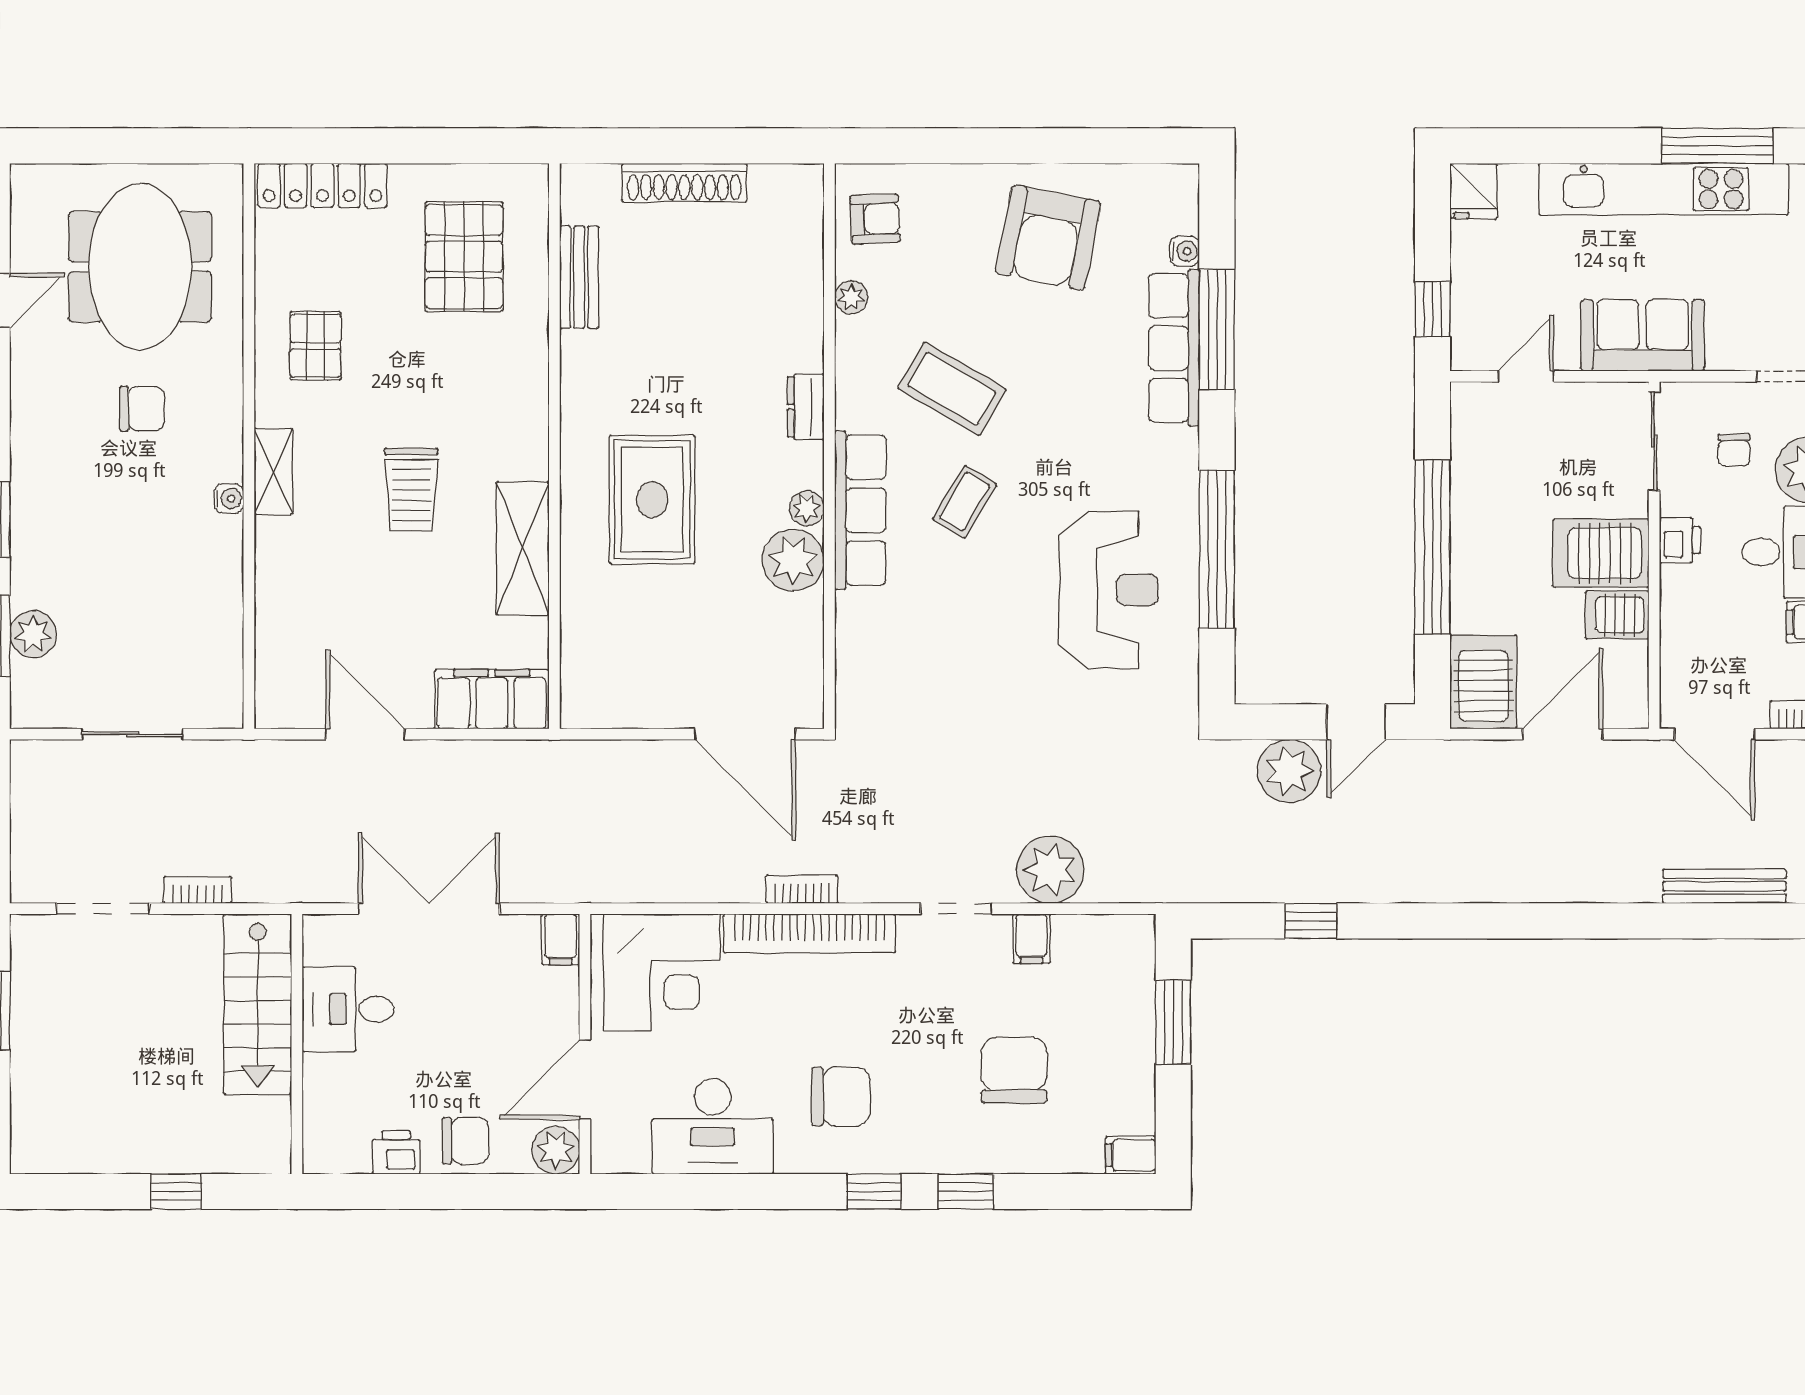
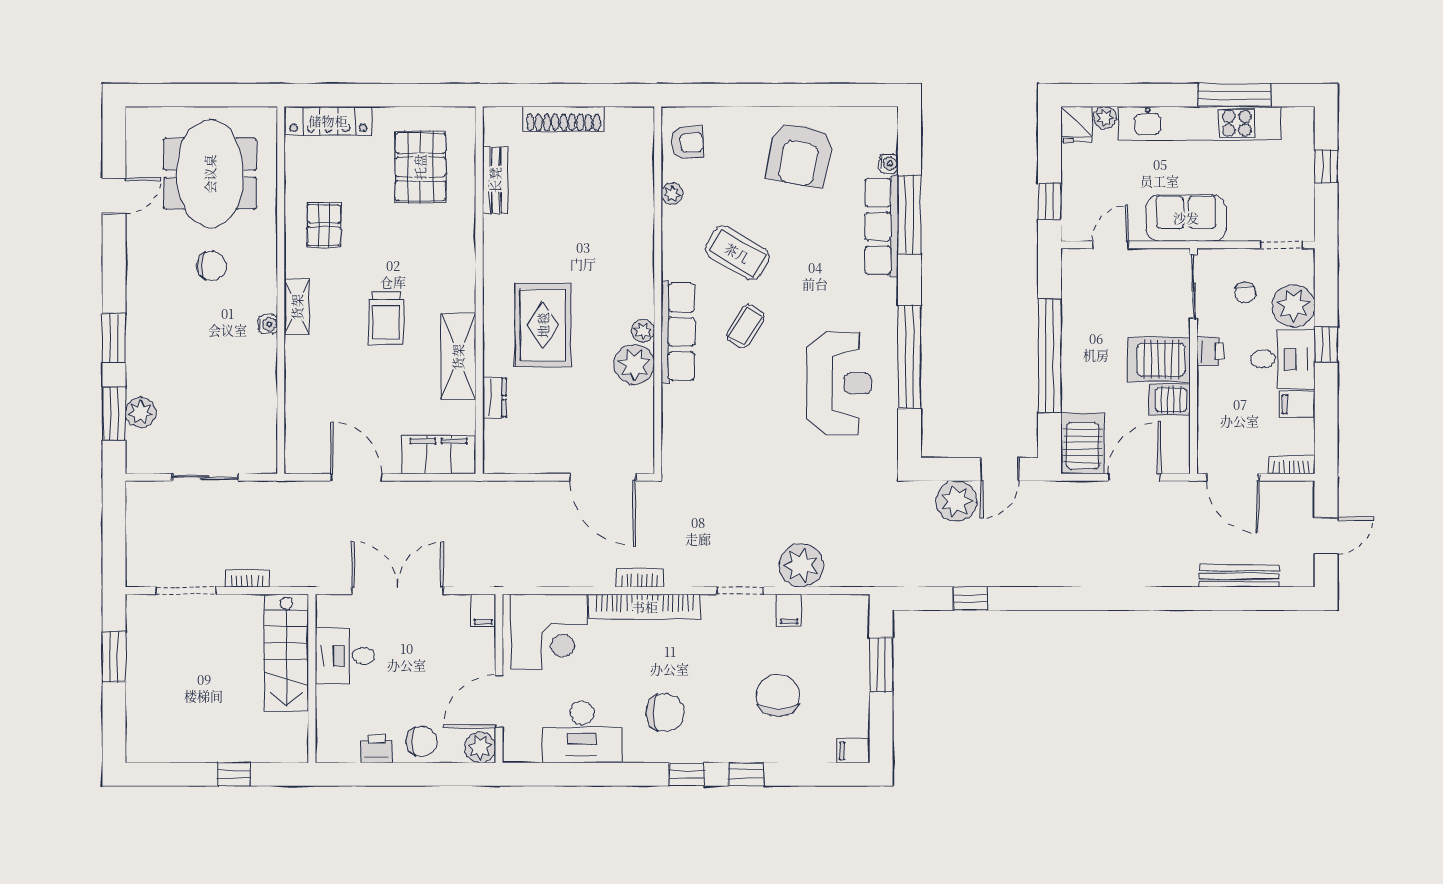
plant: (1518, 181) -> (1105, 118), added
dresser: (806, 407) -> (494, 398), moved, turned 180

